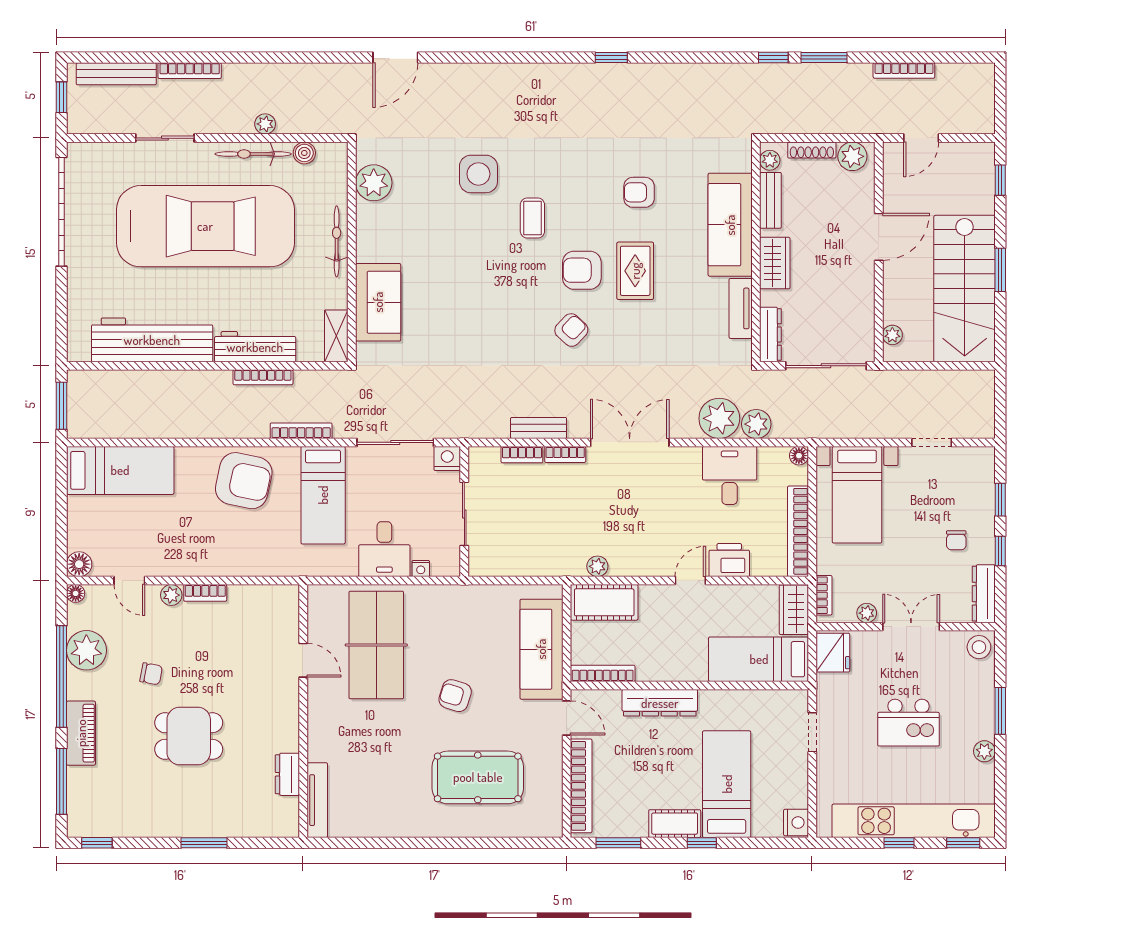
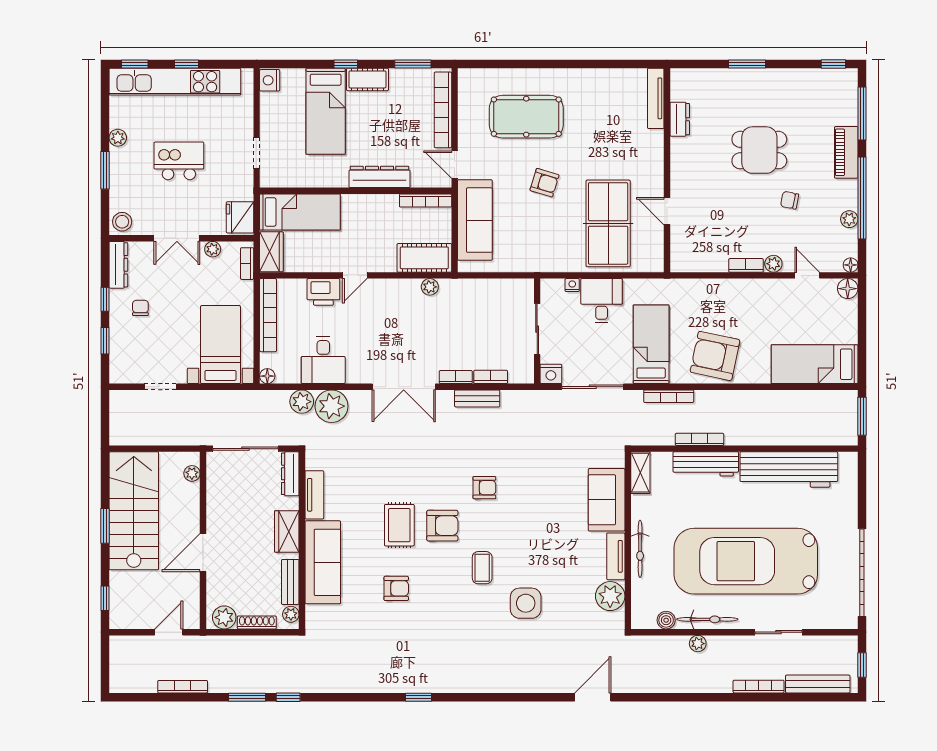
tv unit: (367, 232) -> (616, 556), added
armchair: (571, 330) -> (484, 488), moved, turned -133
plant: (86, 650) -> (849, 219), width x0.53, depth x0.53

